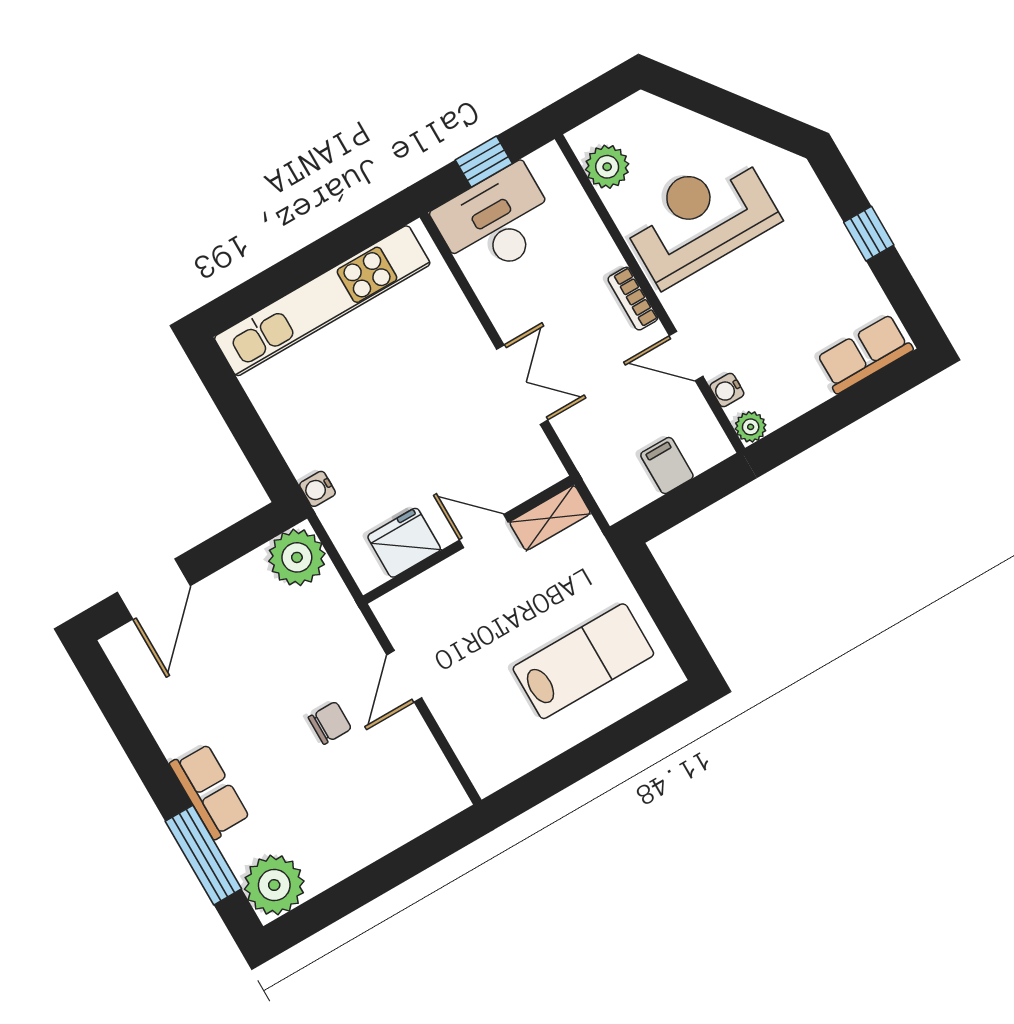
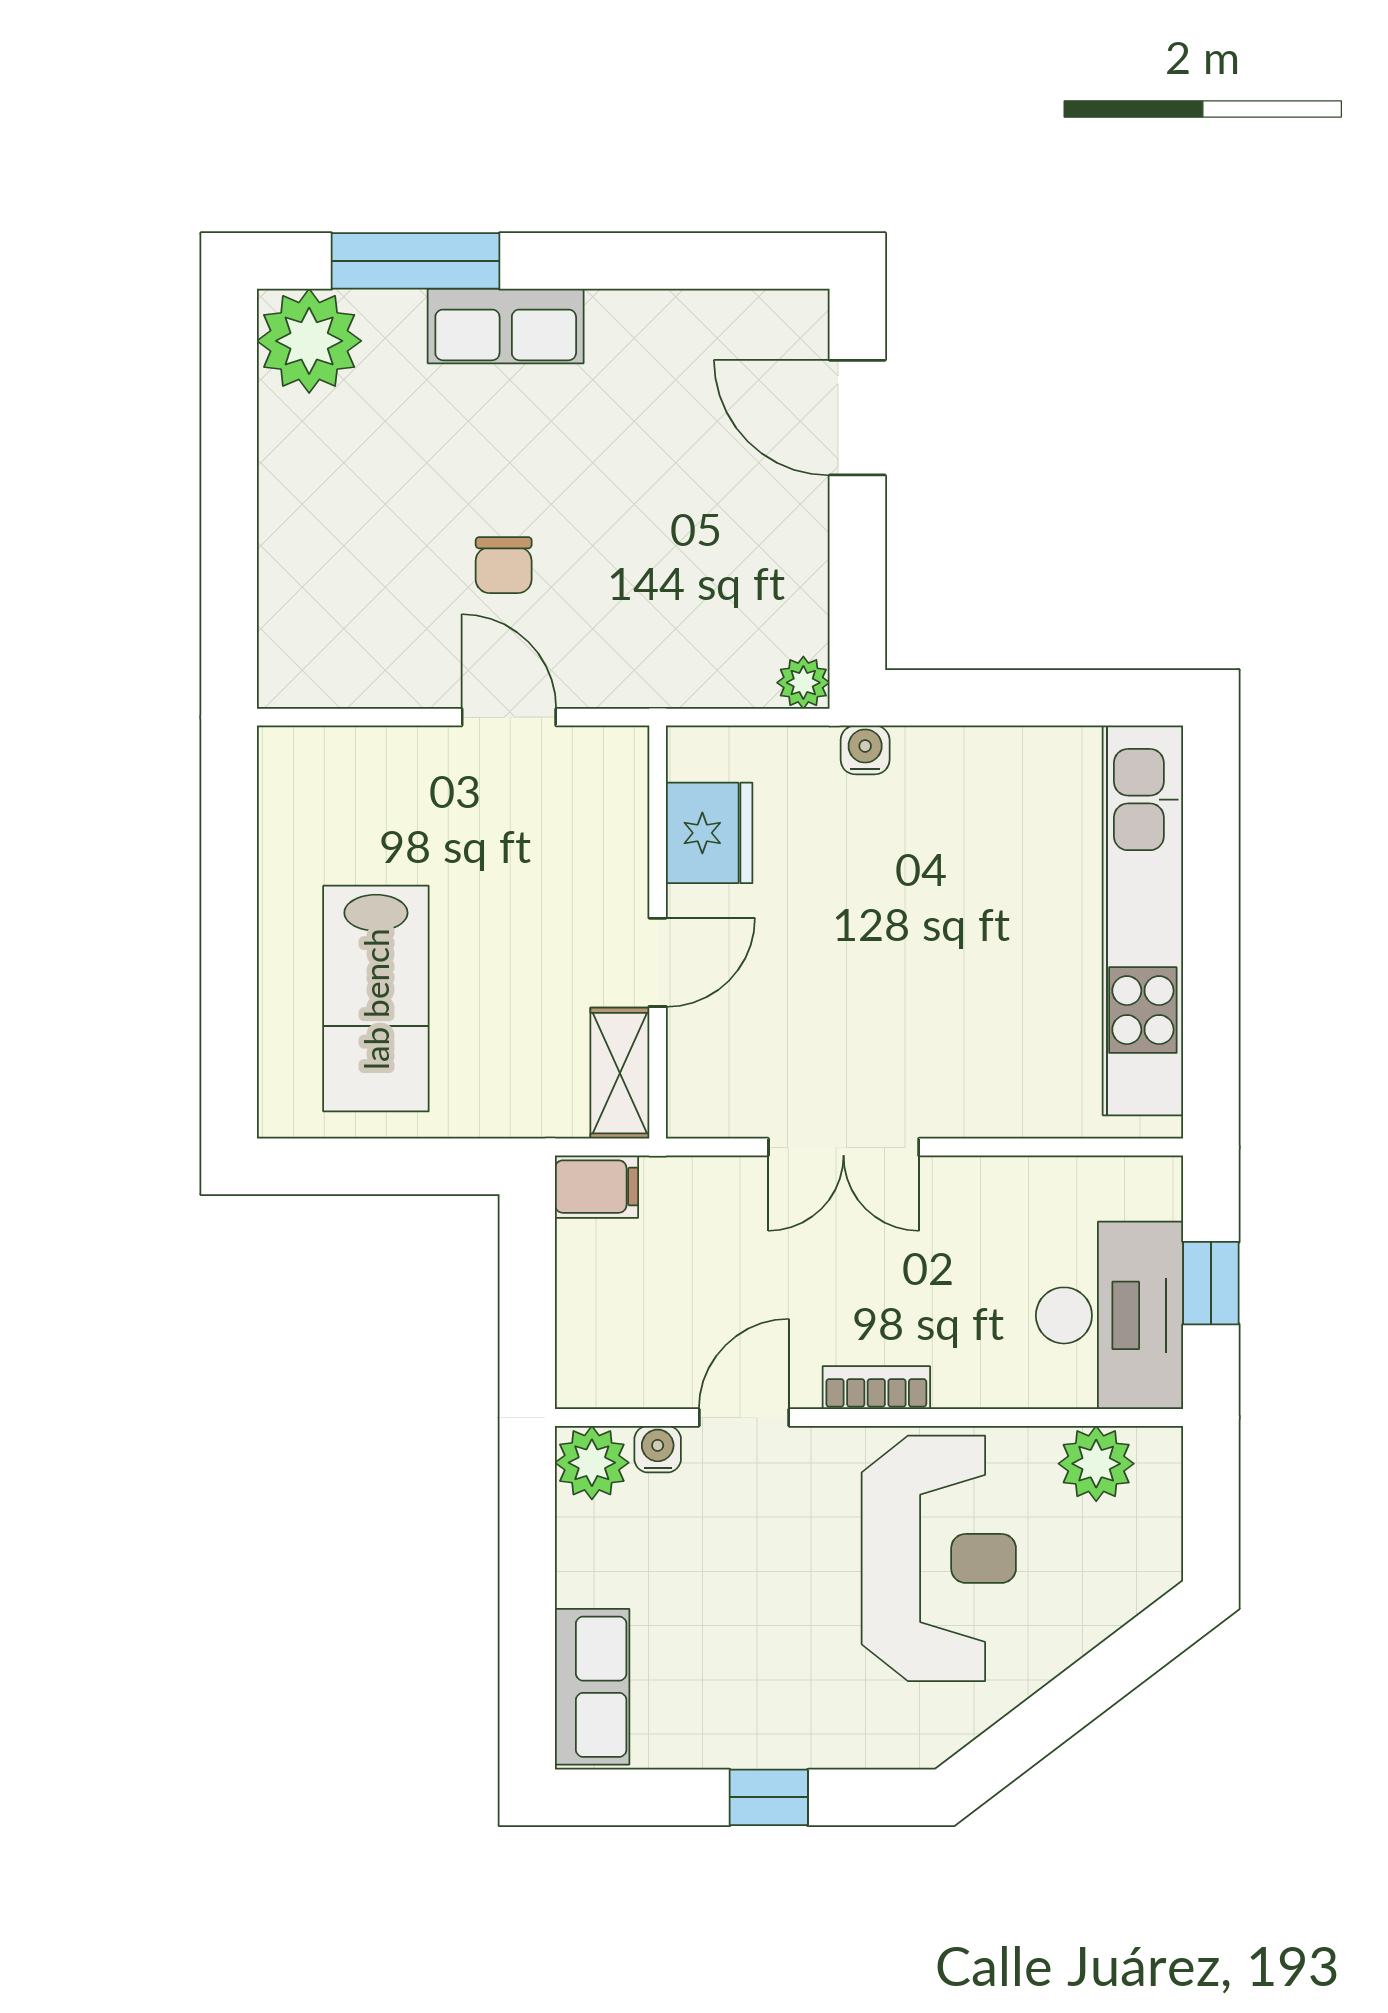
desk: (496, 222) -> (1110, 1315), moved
plant: (751, 427) -> (592, 1463), width x1.38, depth x1.38
filing cabinet: (667, 466) -> (597, 1187), moved
plant: (297, 557) -> (803, 683), width x0.53, depth x0.53

